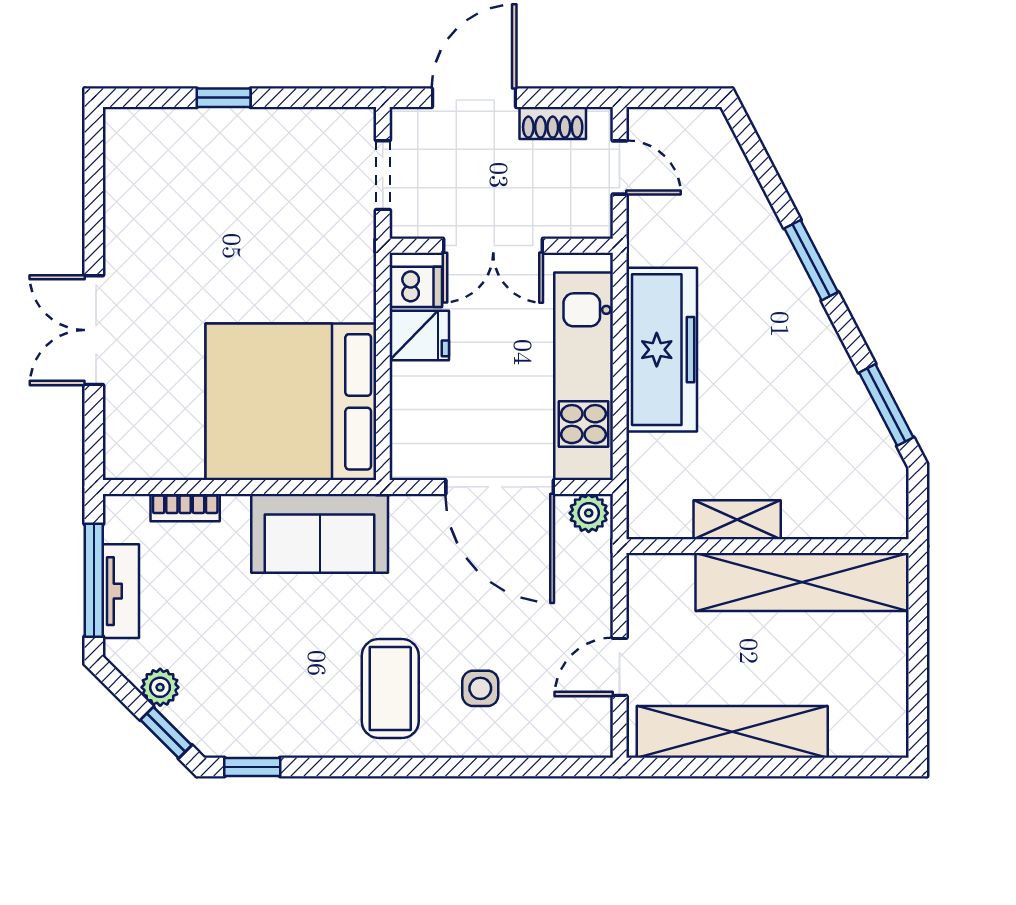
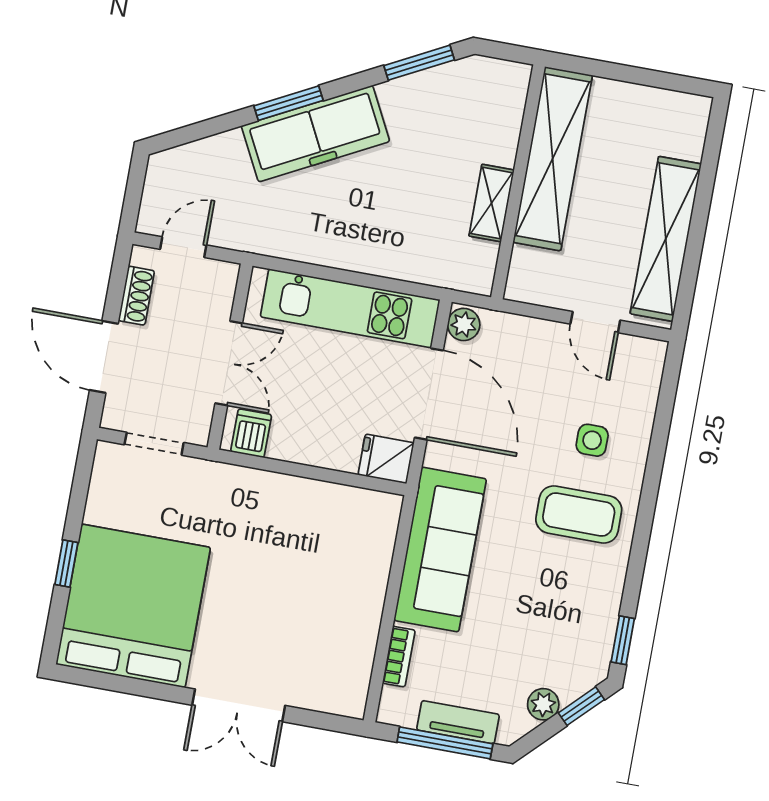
fridge: (419, 336) -> (386, 459), moved, turned -90
freezer: (662, 350) -> (315, 134), moved, turned 153
bed: (291, 402) -> (133, 606), moved, turned 180
door: (500, 487) -> (429, 394), hinge flipped
sofa: (320, 533) -> (440, 550), width x1.36

